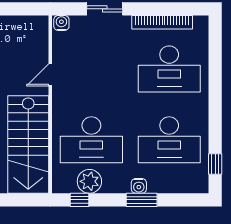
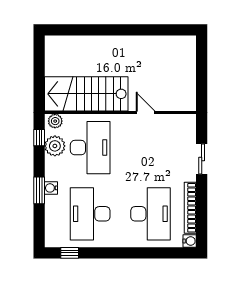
water cooler: (61, 23) -> (190, 241), moved
desk: (169, 69) -> (151, 214), turned 180
desk: (91, 140) -> (90, 148), turned 180
plant: (60, 181) -> (55, 121), added

